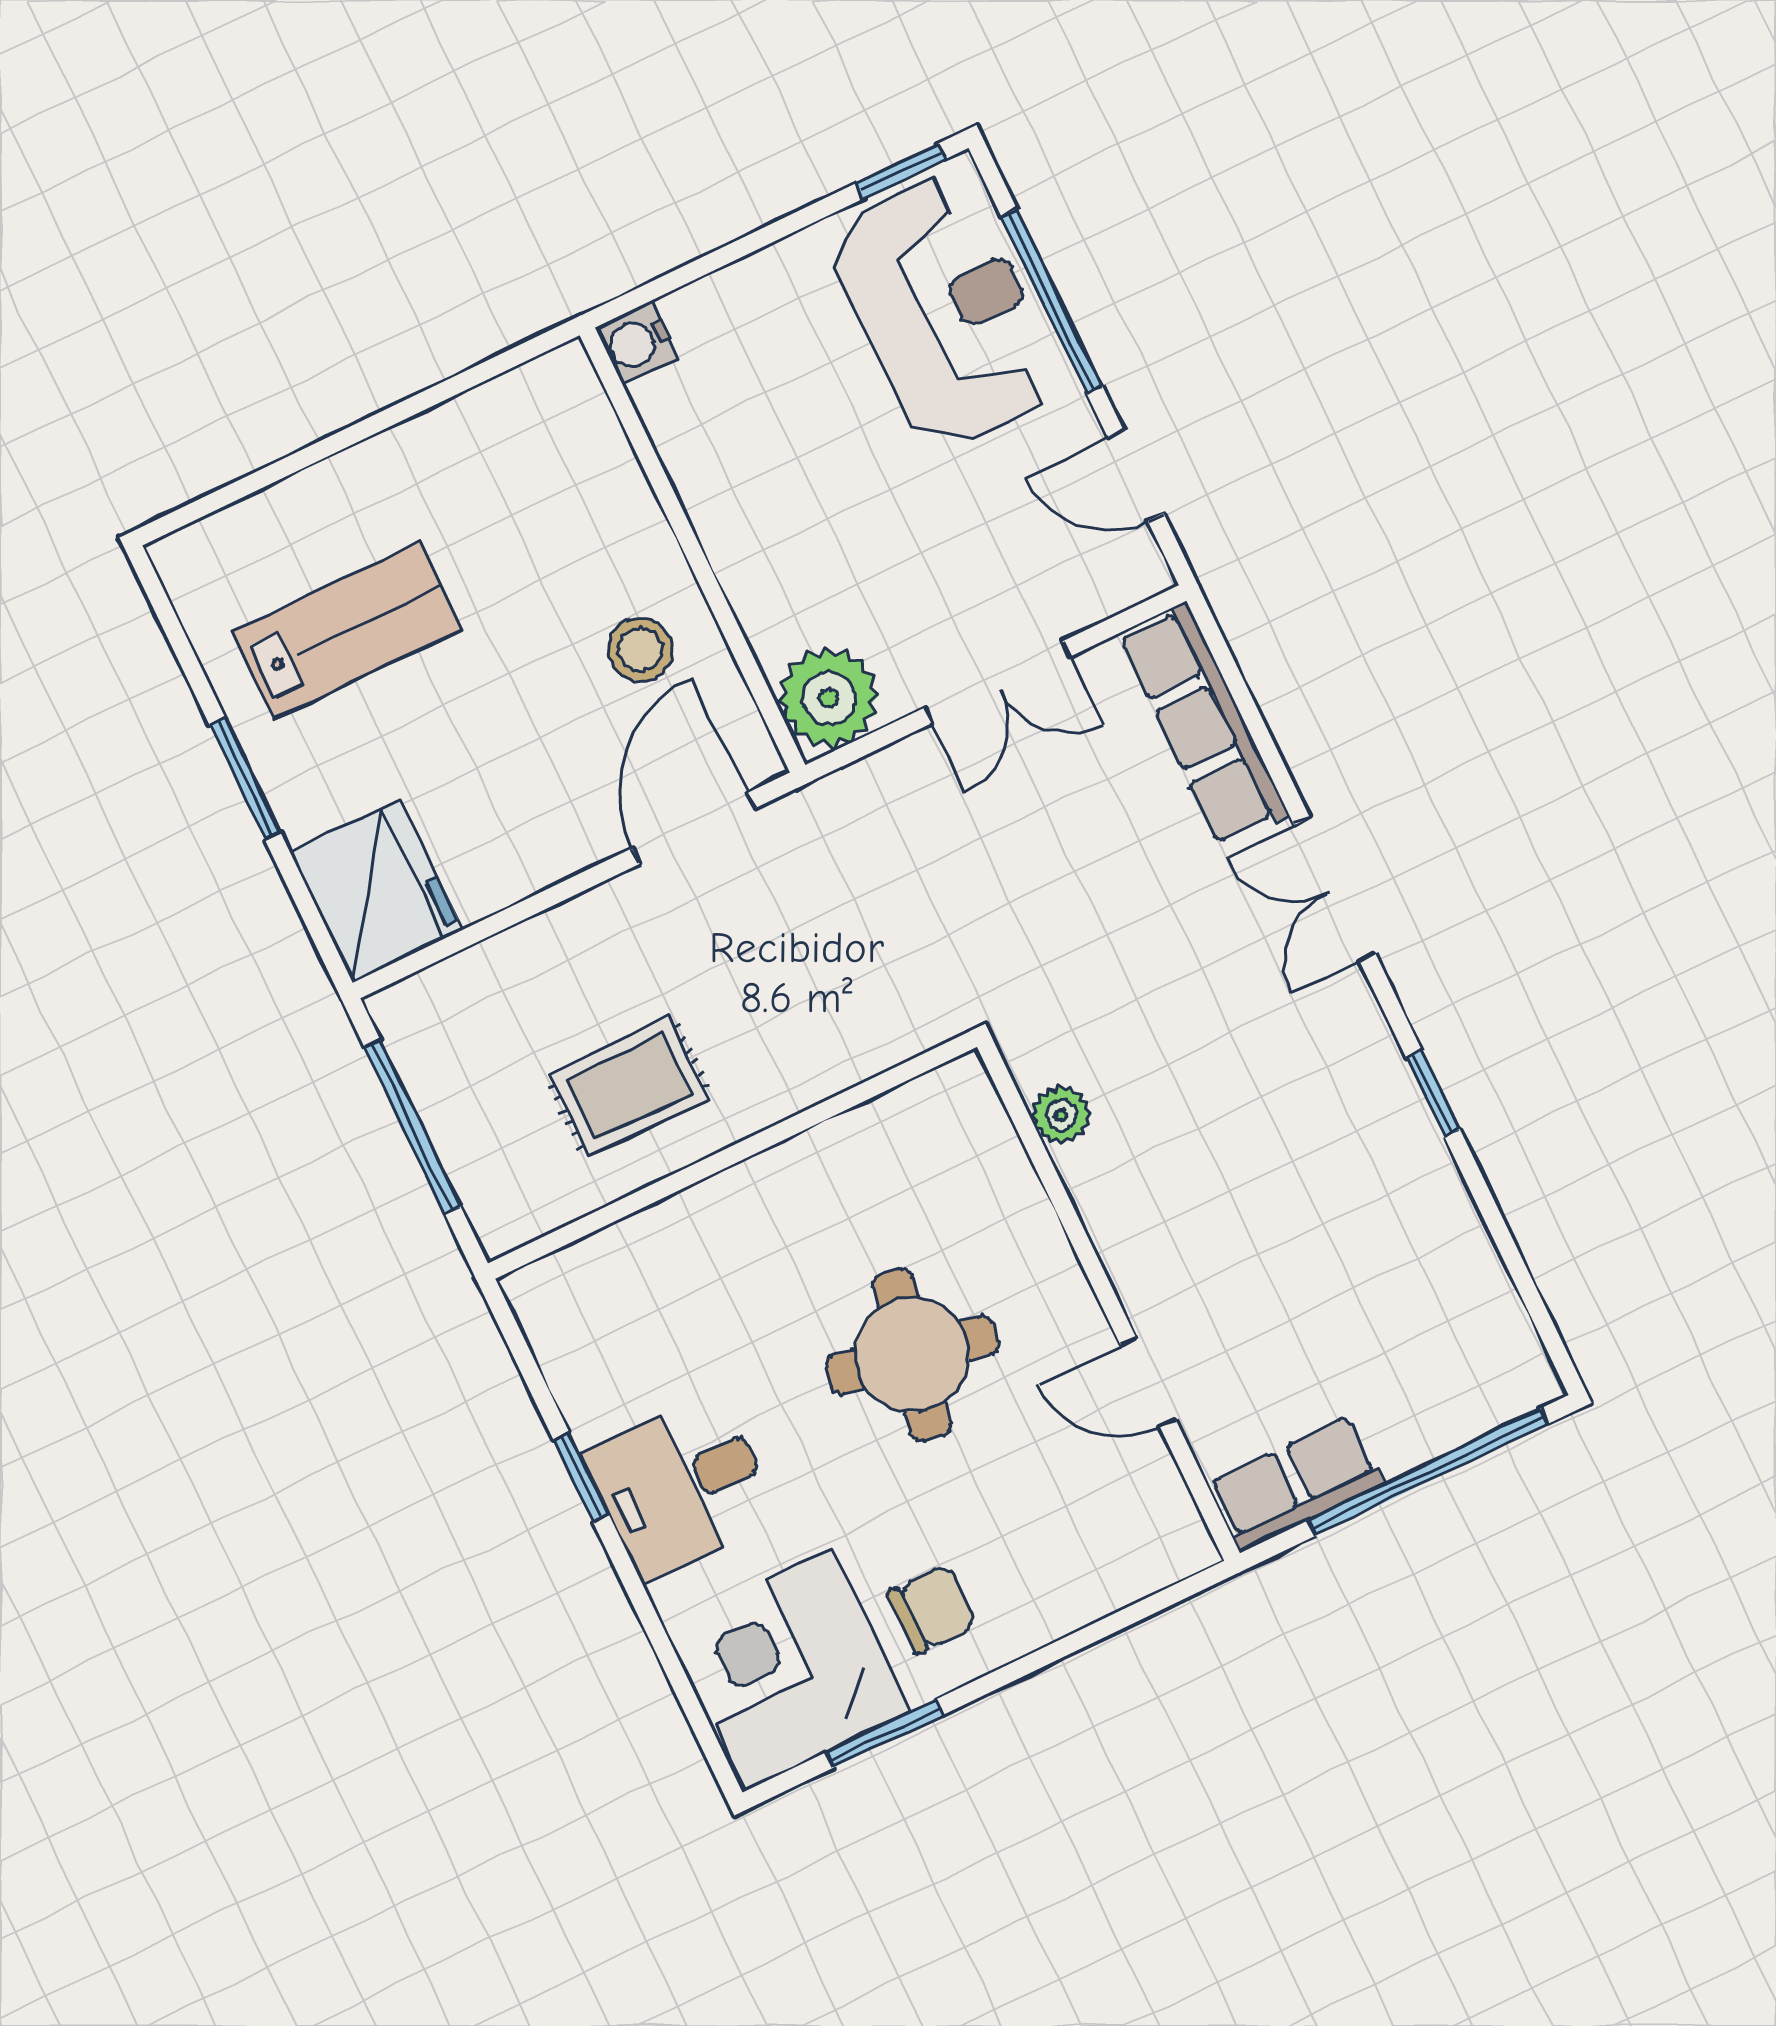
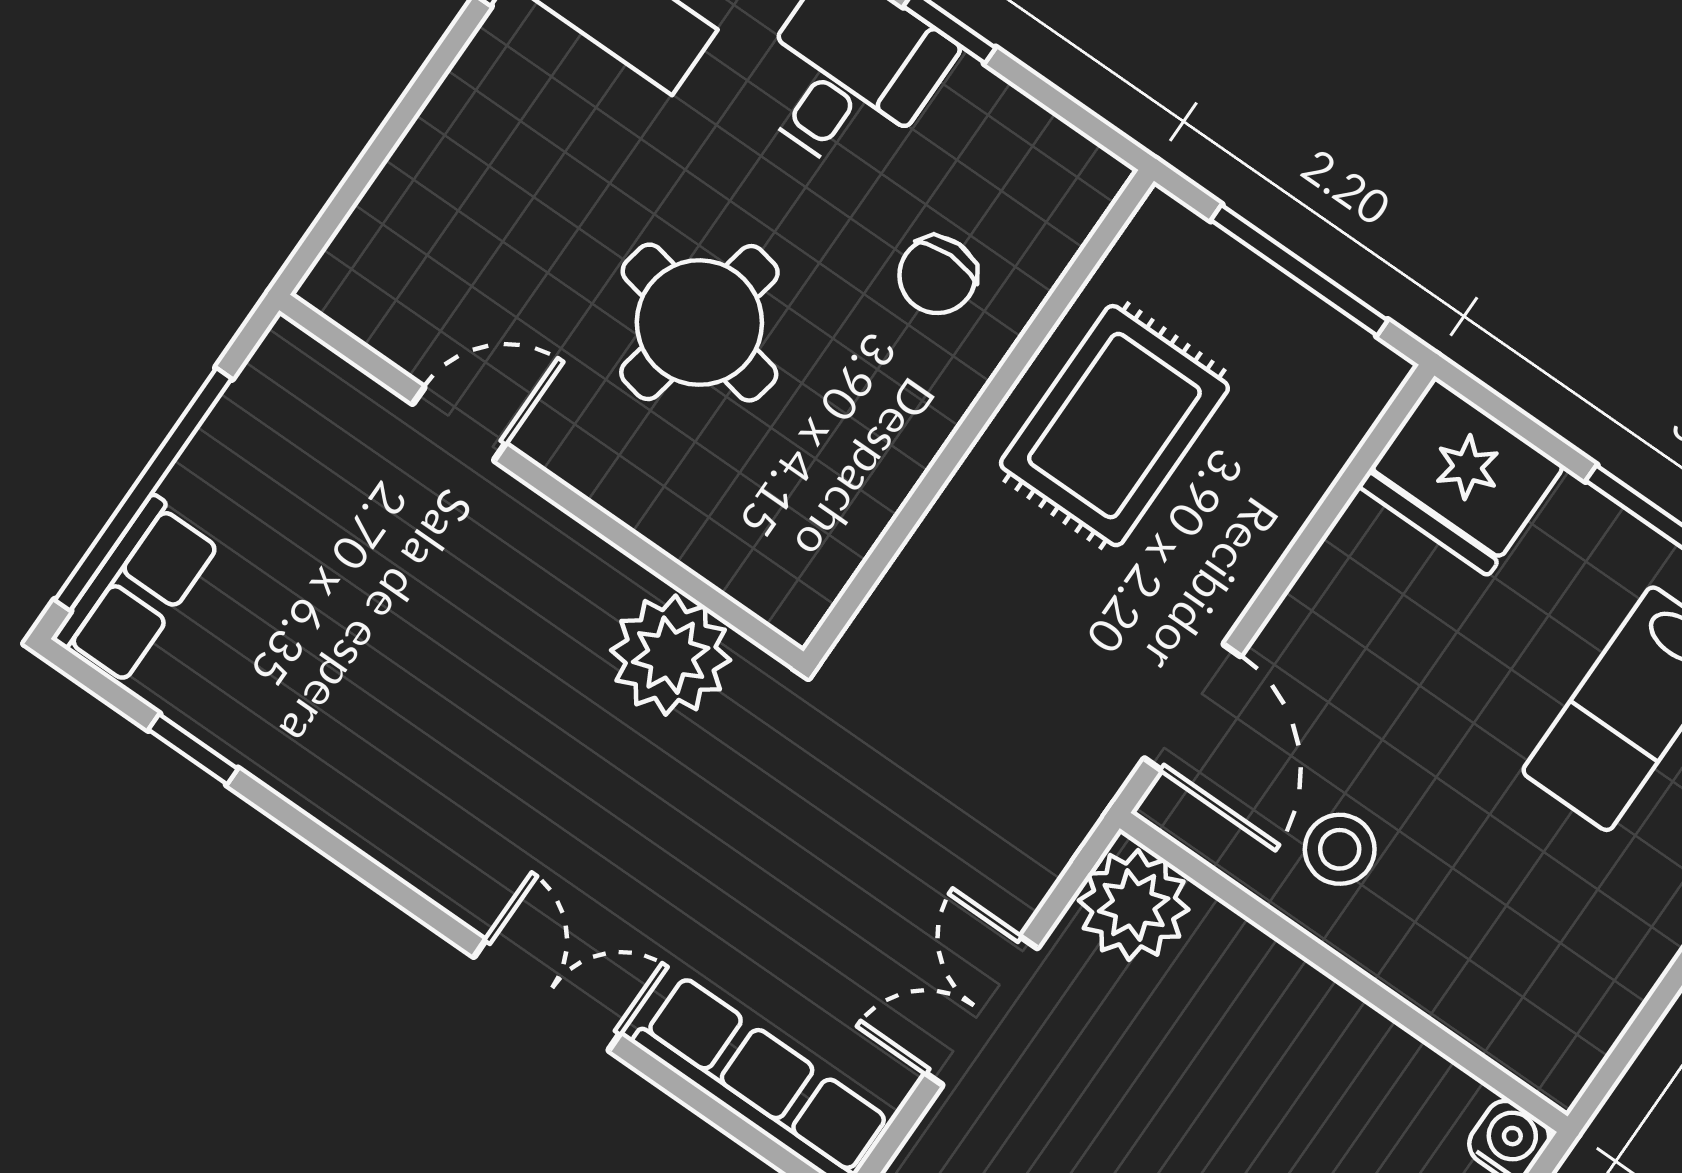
rug: (629, 1087) -> (1114, 426), width x1.36, depth x1.43
window: (1433, 1093) -> (193, 749), moved
plant: (1061, 1115) -> (671, 655), width x1.88, depth x1.88
row of seats: (1296, 1483) -> (136, 590), moved
chair: (932, 1609) -> (937, 275), moved

